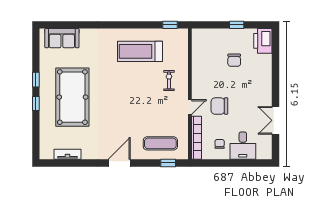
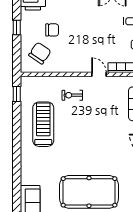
treadmill: (140, 51) -> (43, 124), turned 180
chair: (219, 106) -> (40, 53), moved, turned -146

